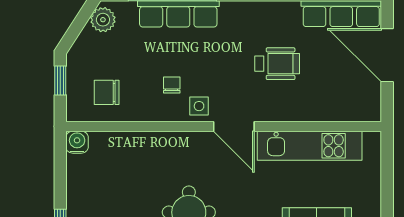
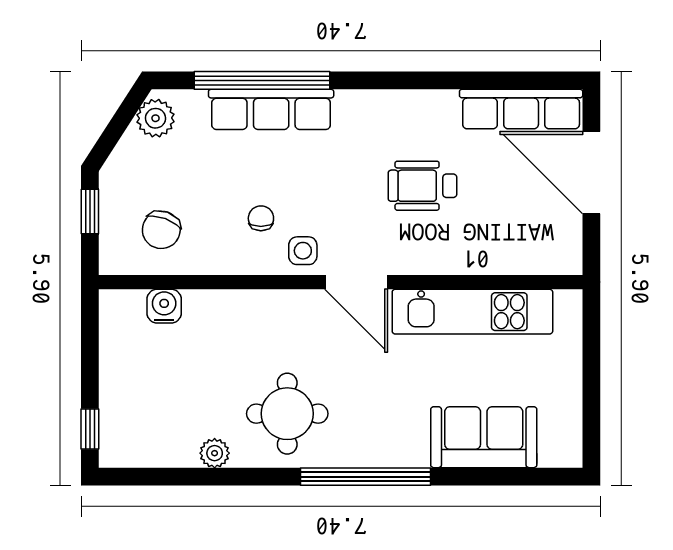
wheelchair: (277, 64) -> (423, 186), turned 180
chair: (107, 92) -> (161, 230), turned -70
water cooler: (77, 142) -> (164, 306), moved

